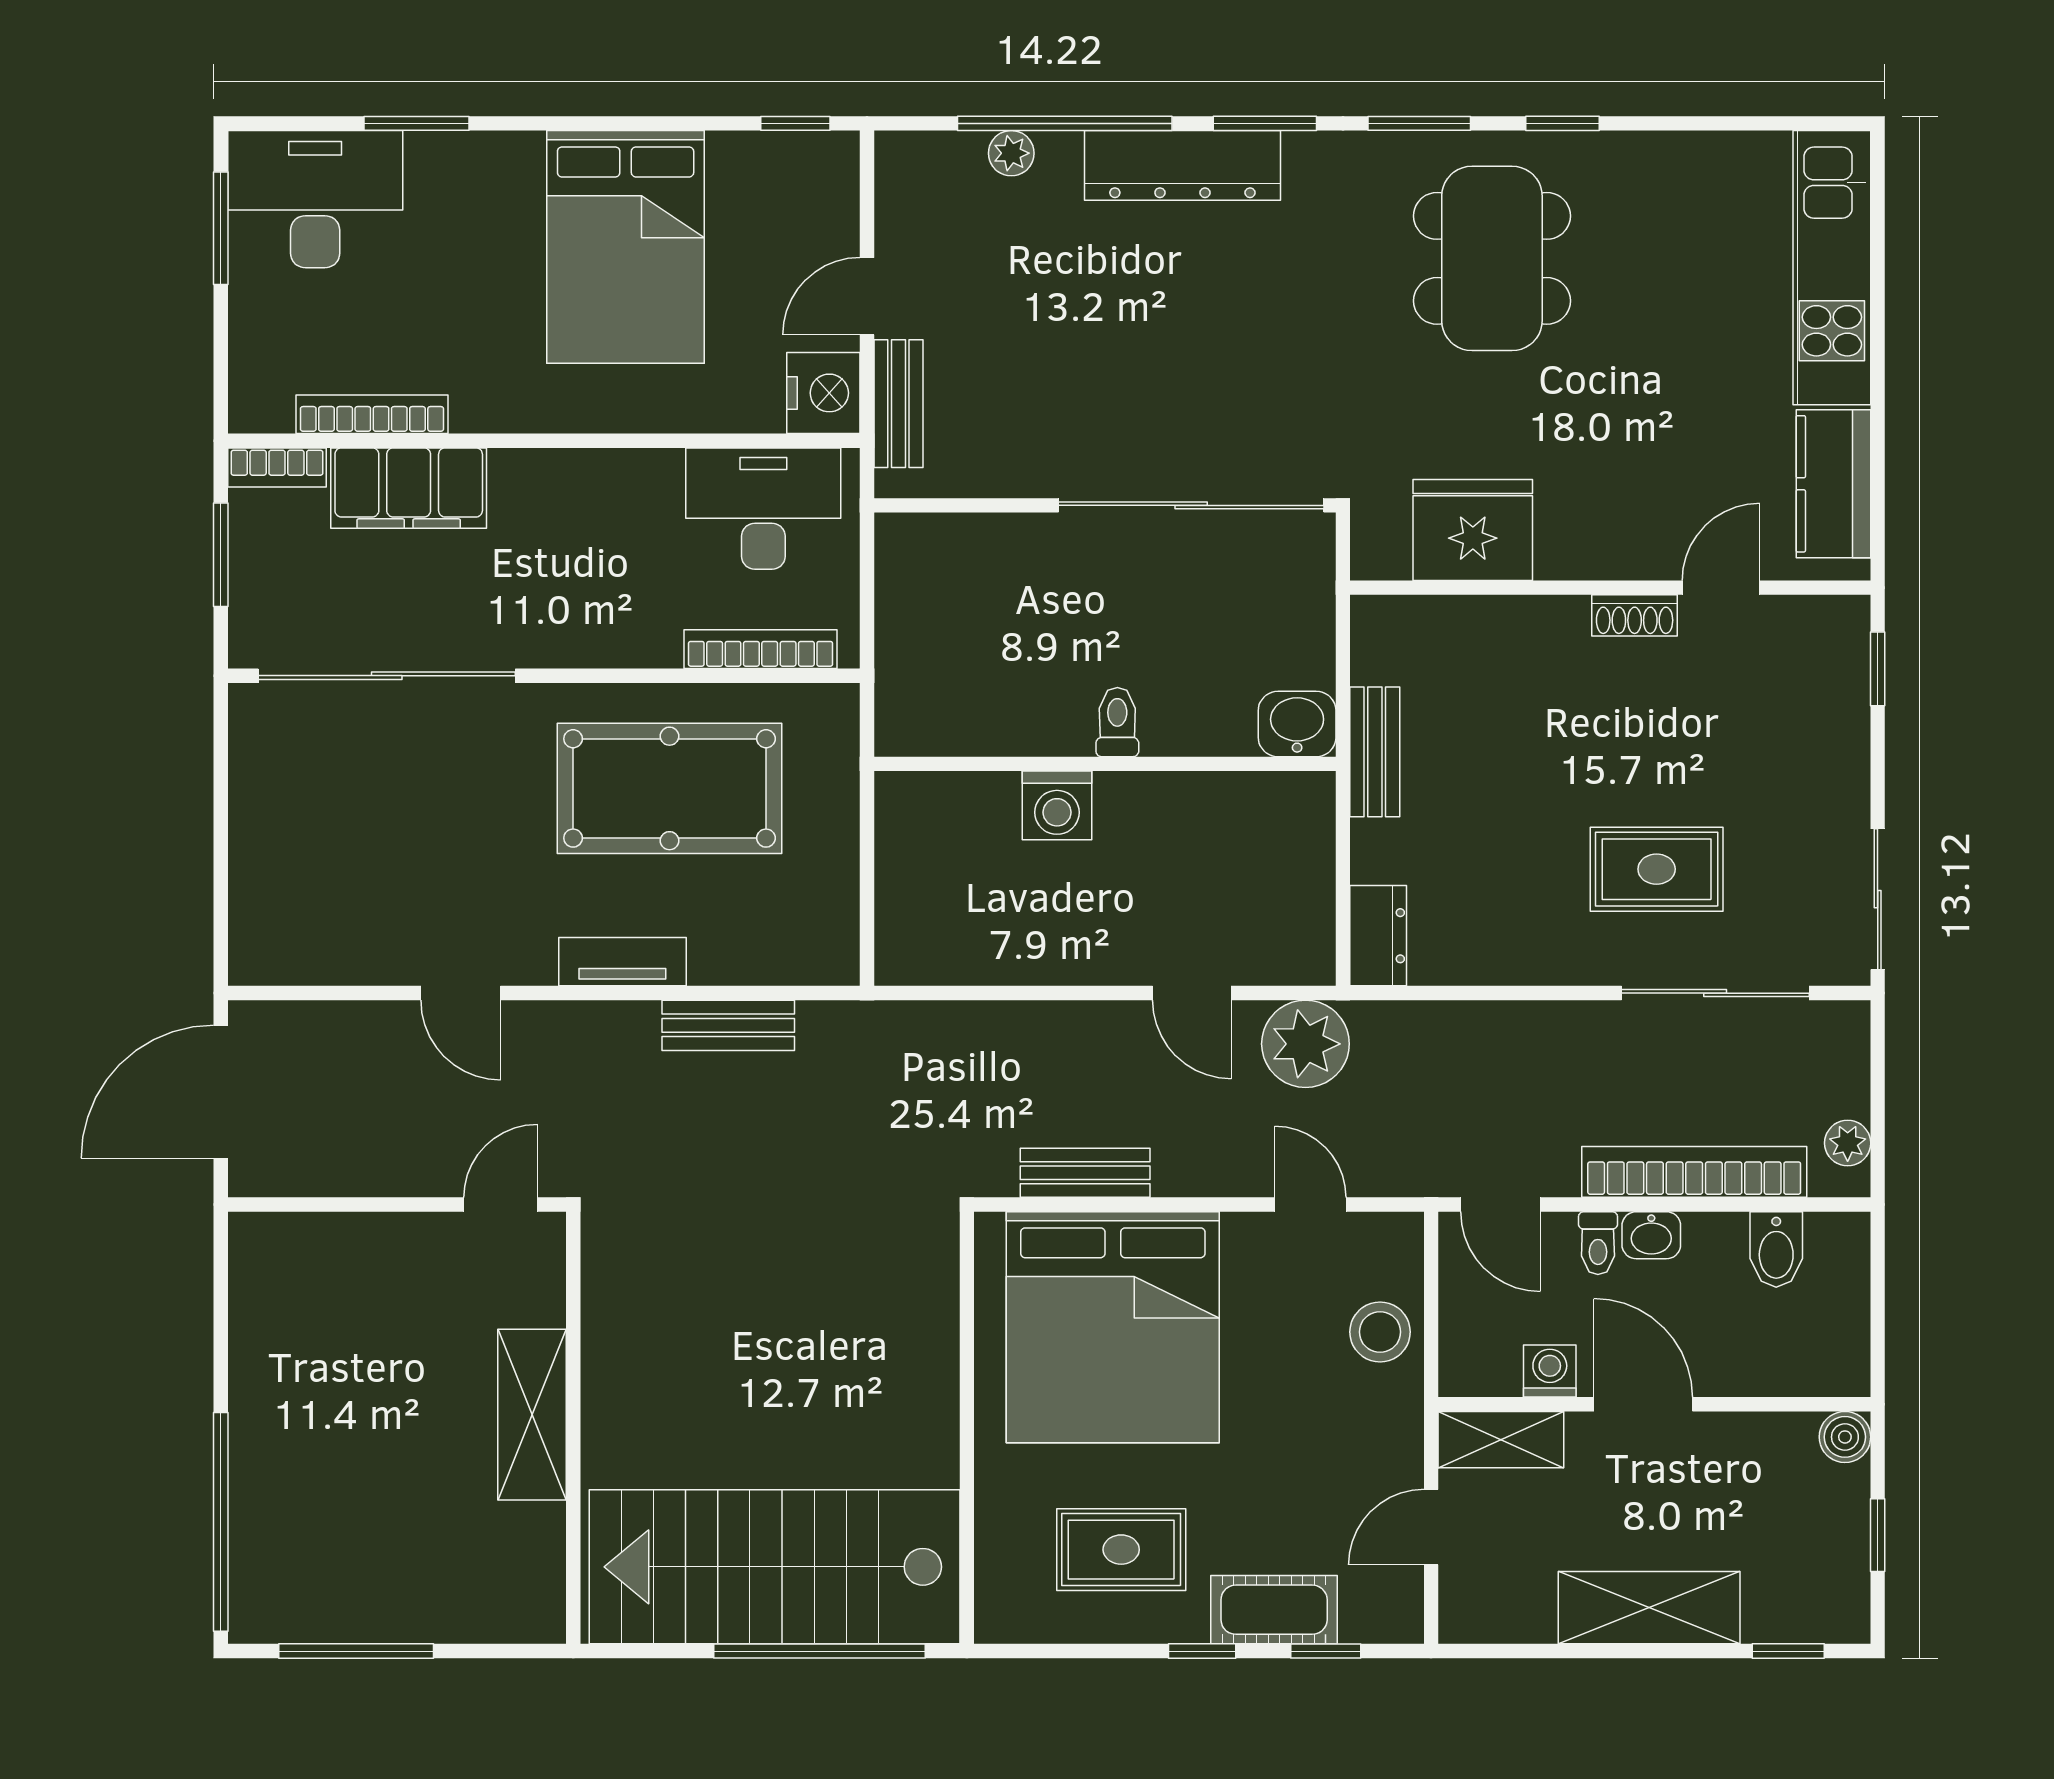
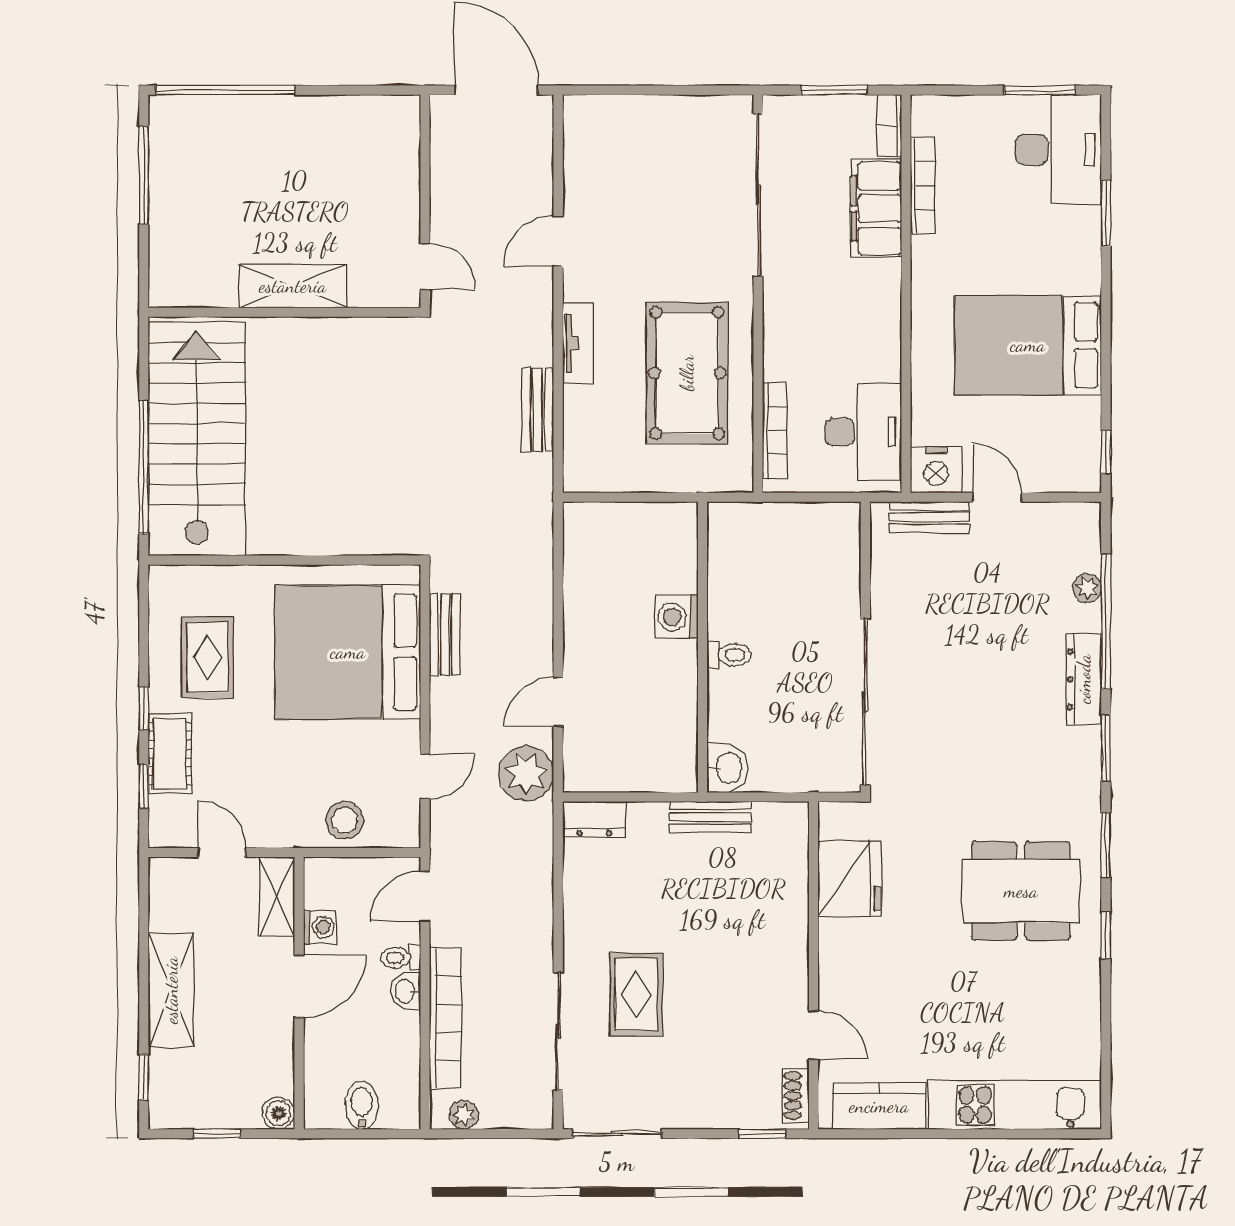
dresser: (1182, 165) -> (1084, 679), width x0.73, depth x0.80
shoe rack: (1635, 615) -> (796, 1096), moved
bidet: (1776, 1249) -> (362, 1105), moved, turned 90

